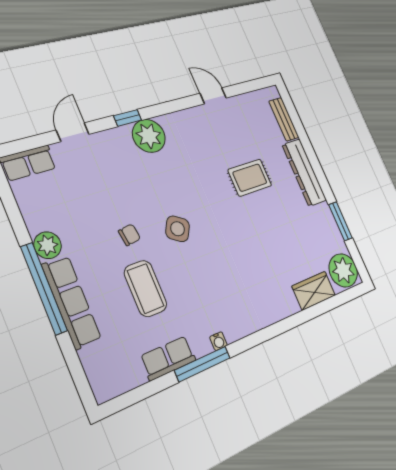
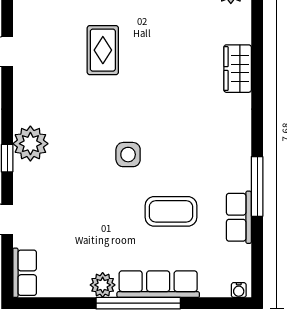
side table: (178, 229) -> (128, 155), turned -32
chair: (129, 235) -> (118, 205), removed
wardrobe: (314, 291) -> (238, 69), moved
water cooler: (218, 341) -> (239, 290), moved, turned 90

